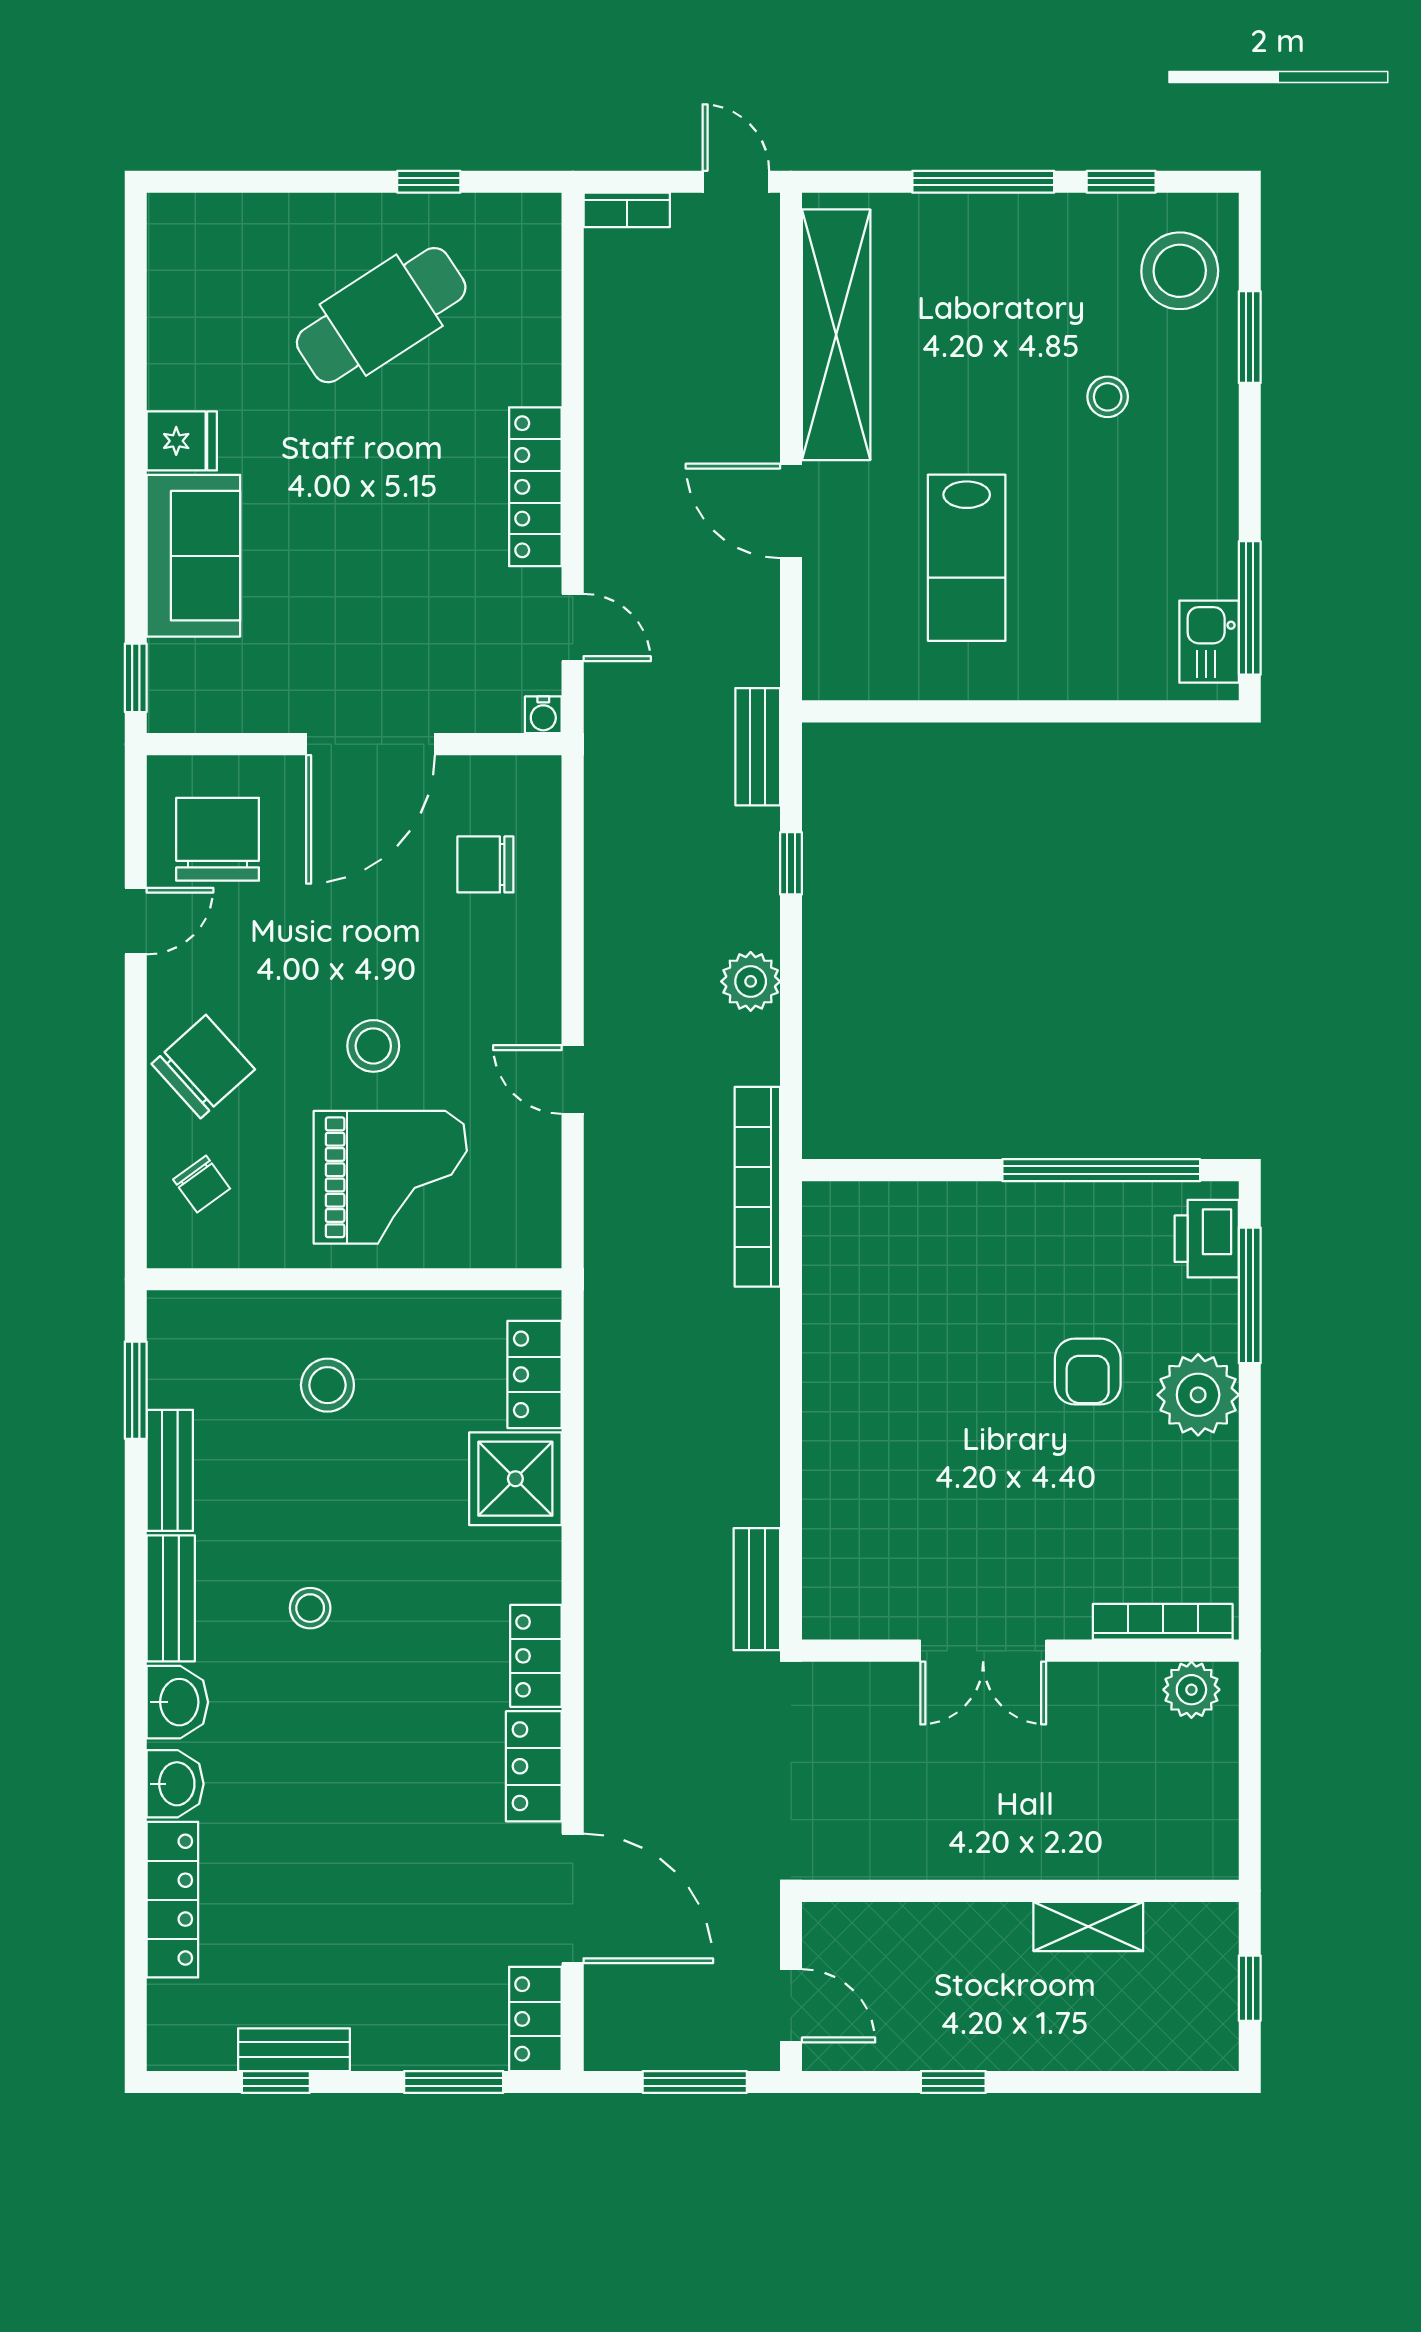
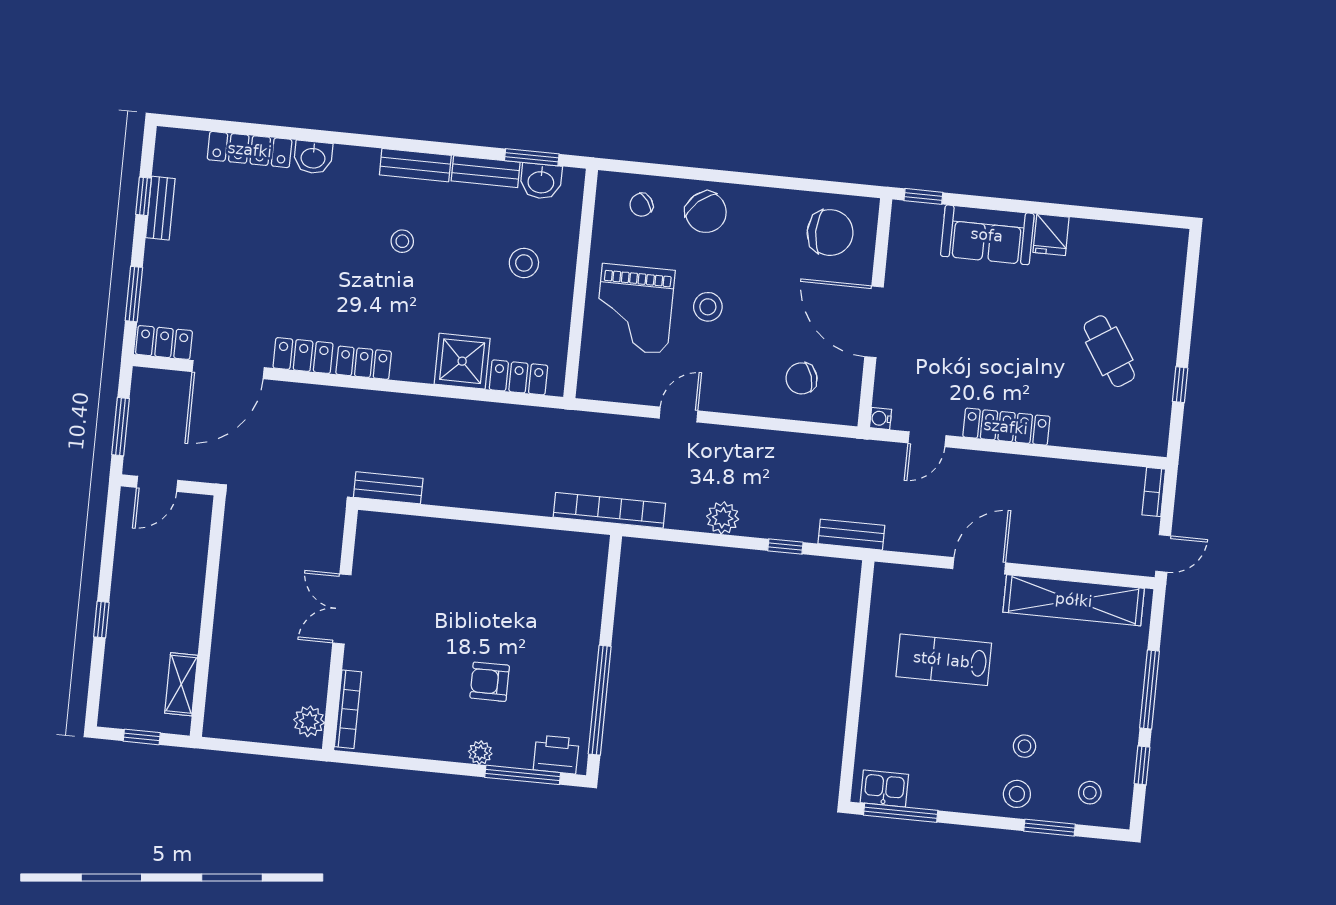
stool: (1180, 271) -> (1090, 793), width x0.53, depth x0.53
cafe table: (381, 315) -> (1109, 351), width x0.73, depth x0.74
stool: (1195, 402) -> (1017, 794), added
chair: (485, 864) -> (802, 378), turned -107
door: (136, 921) -> (790, 183), removed
plant: (1198, 1395) -> (480, 753), width x0.53, depth x0.53
washbasin: (177, 1702) -> (541, 181), moved
shelving: (1088, 1927) -> (181, 684), moved
window: (953, 2082) -> (101, 620), moved

